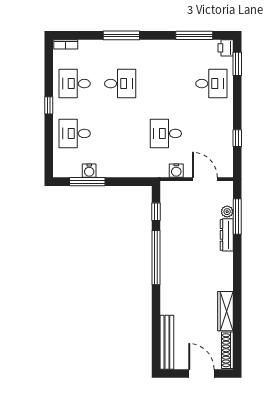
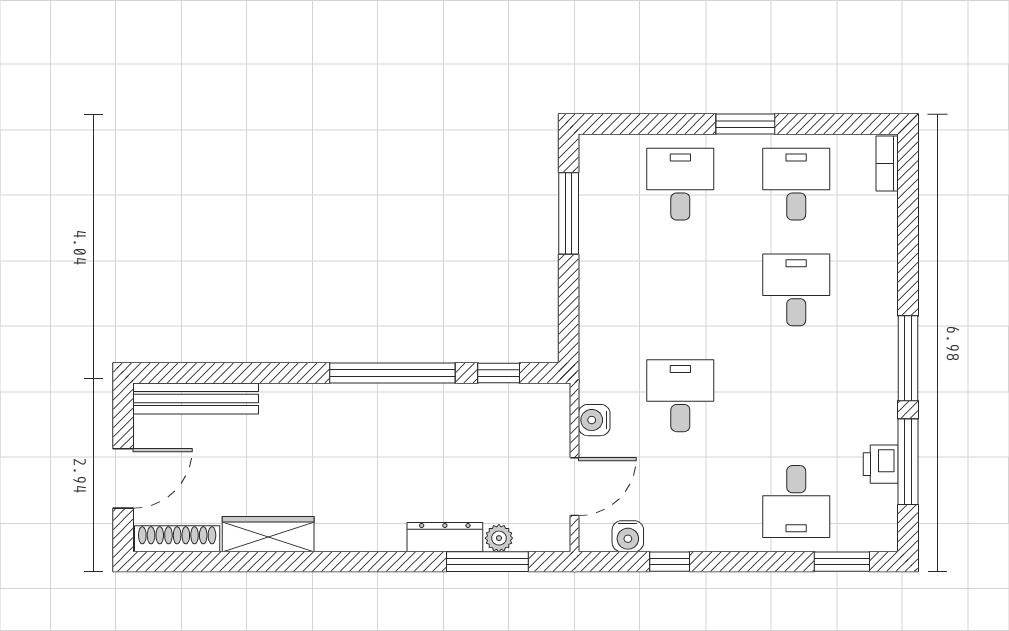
window: (121, 35) -> (908, 358), moved
printer: (226, 48) -> (881, 464), moved, turned -90
desk: (120, 84) -> (796, 290), turned 180
window: (49, 105) -> (745, 124), width x1.50
water cooler: (89, 171) -> (628, 536), moved, turned -90

